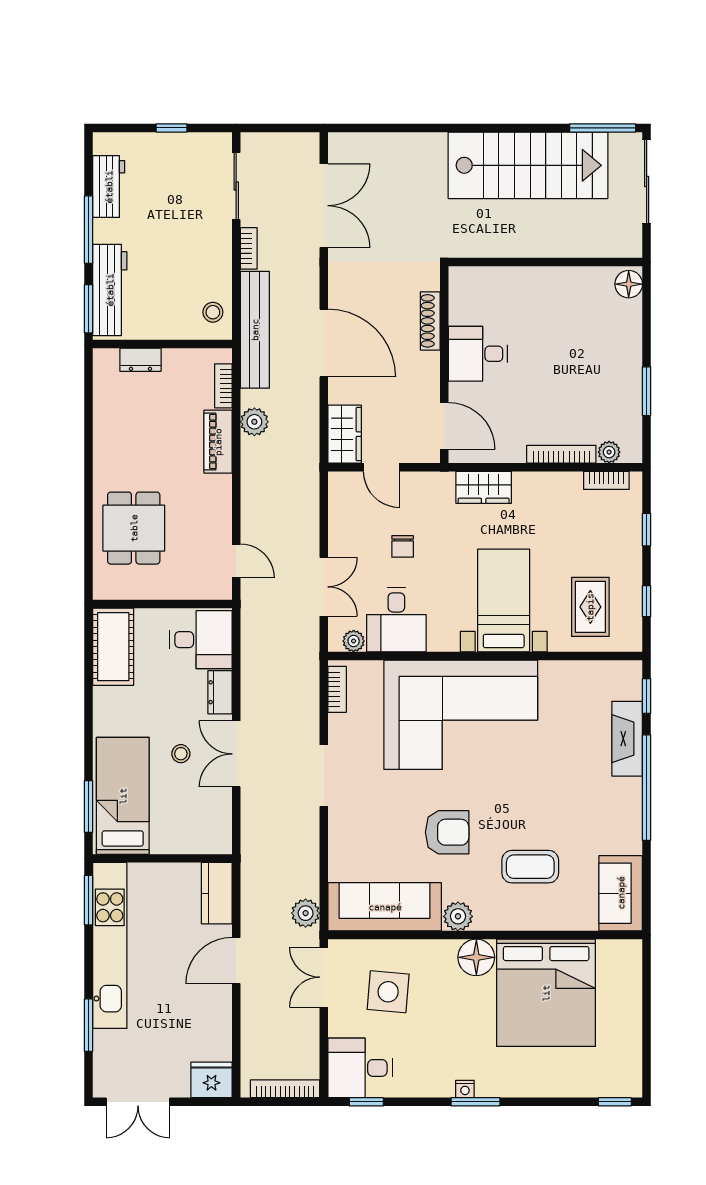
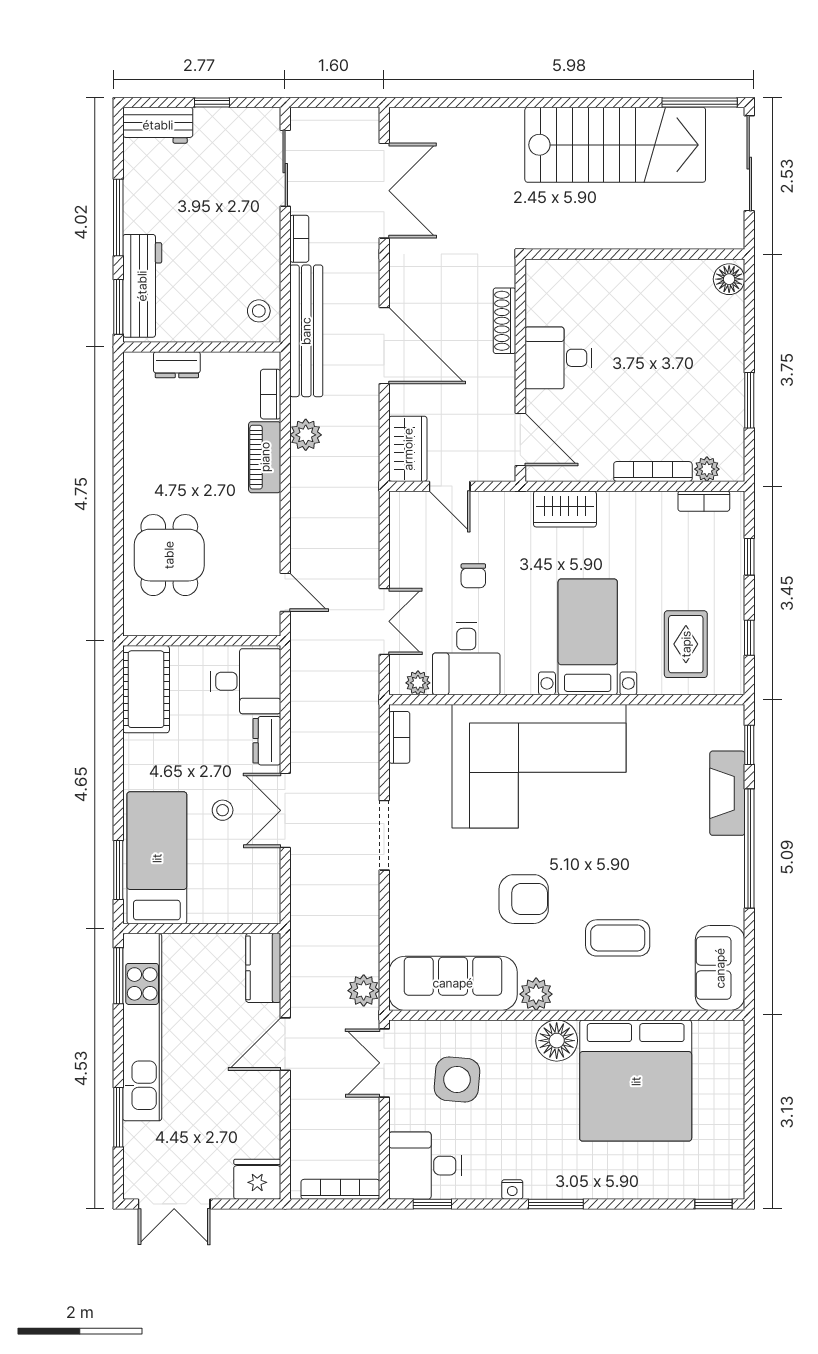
workbench: (109, 187) -> (158, 125), moved, turned 90
nightstand: (465, 1089) -> (512, 1189), moved

